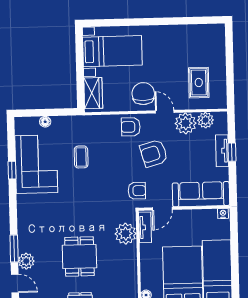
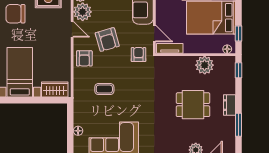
chair: (143, 94) -> (15, 14), moved
door: (165, 112) -> (72, 29), swing flipped
coffee table: (81, 157) -> (104, 89), moved
plant: (126, 234) -> (205, 65), moved

